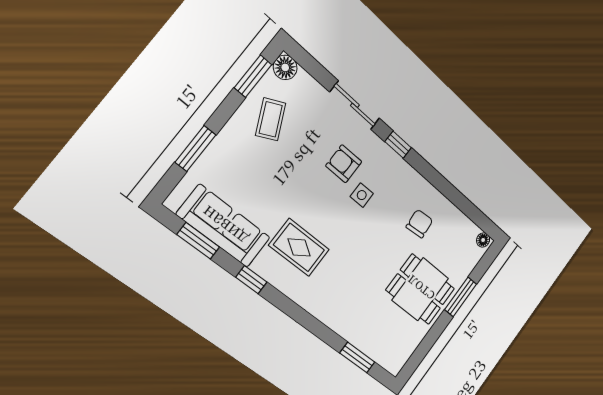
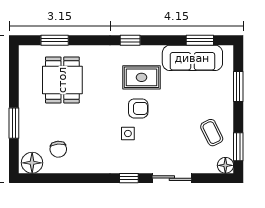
armchair: (344, 164) -> (138, 108), moved
chair: (420, 224) -> (58, 149), moved
floor lamp: (483, 240) -> (32, 163), width x1.89, depth x1.89
window: (251, 280) -> (130, 40), moved
dining table: (420, 289) -> (62, 80), moved, turned 90

